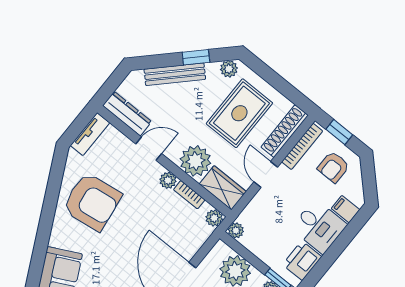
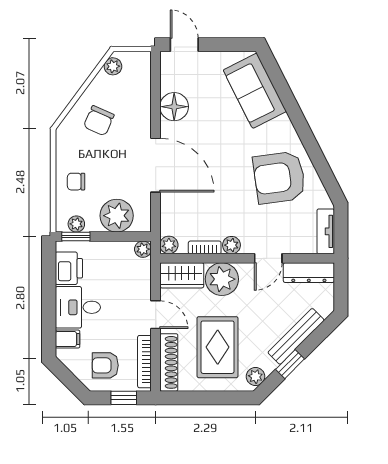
armchair: (333, 167) -> (105, 365), turned -90

